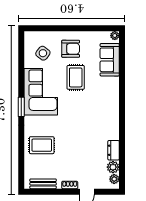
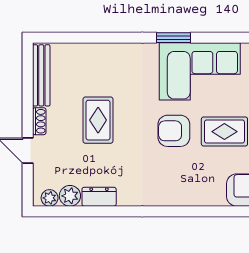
armchair: (75, 107) -> (174, 131), added
rug: (42, 145) -> (98, 120), moved
bench: (43, 184) -> (41, 75), width x1.36

